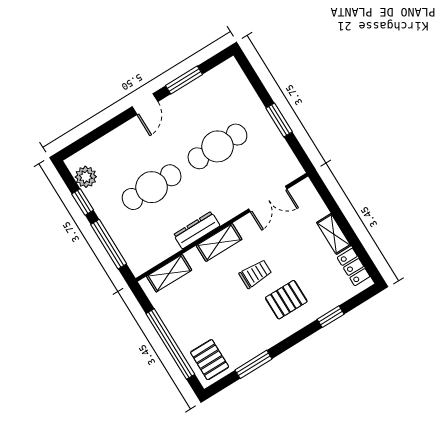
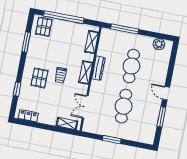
window: (83, 202) -> (150, 34), removed
shelving: (334, 234) -> (67, 124), moved
pallet: (210, 360) -> (44, 27), turned 90

